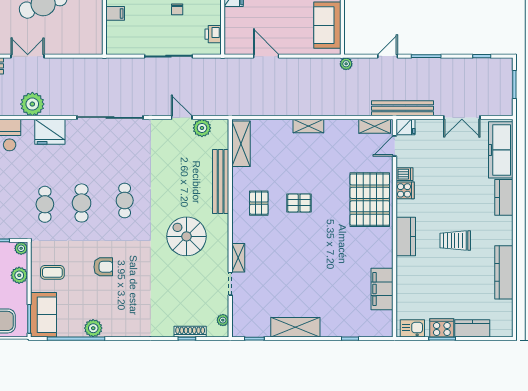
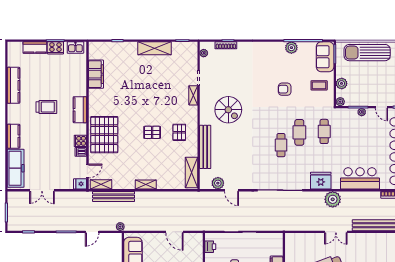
bench: (403, 108) -> (114, 196), moved
double door: (462, 117) -> (42, 190), swing flipped
cafe table: (125, 200) -> (281, 145), moved

